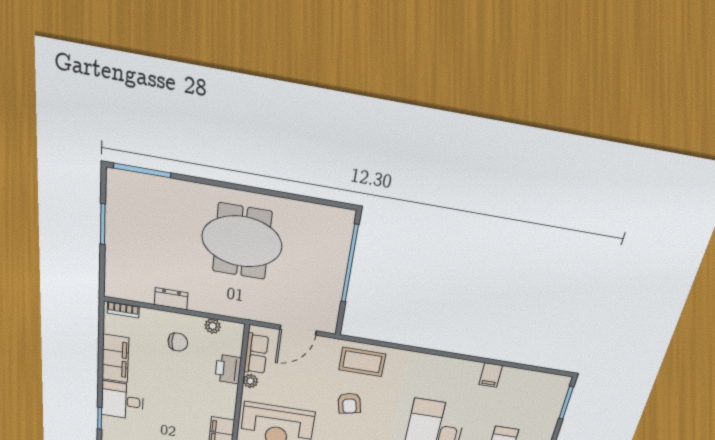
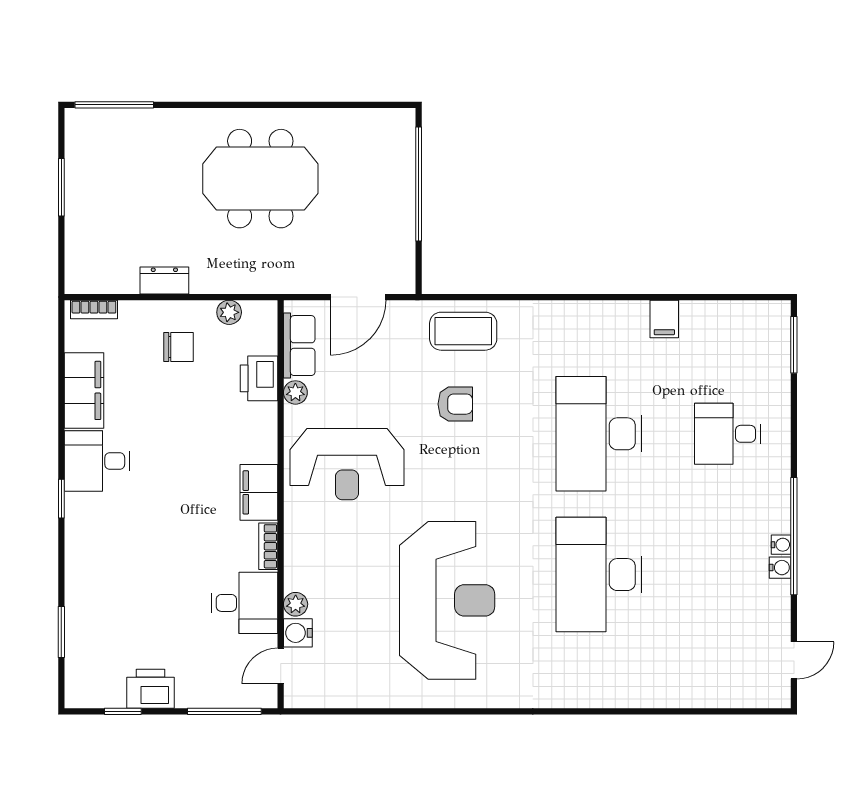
armchair: (349, 403) -> (455, 404), turned -78

